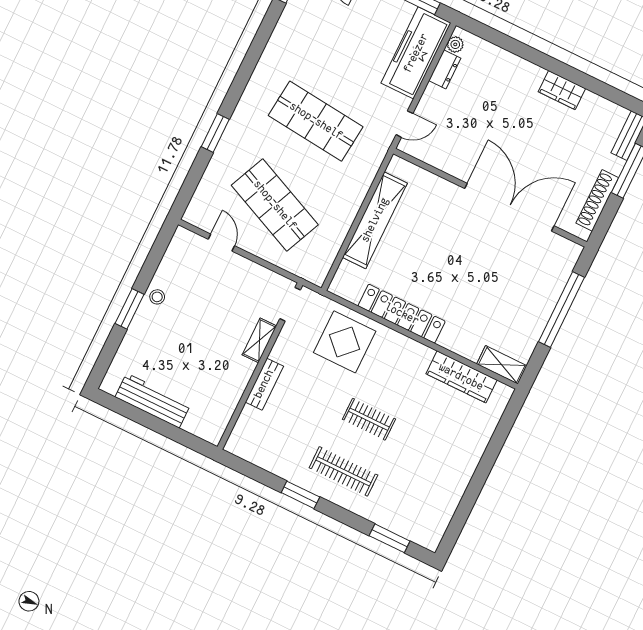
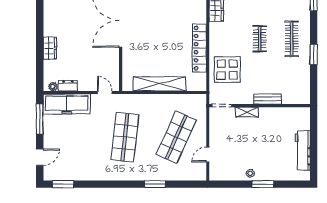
wardrobe: (562, 90) -> (50, 48), moved

